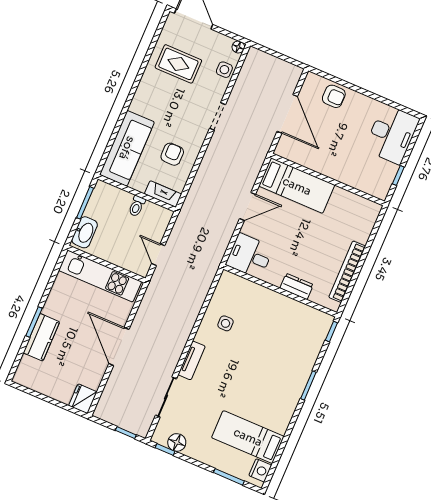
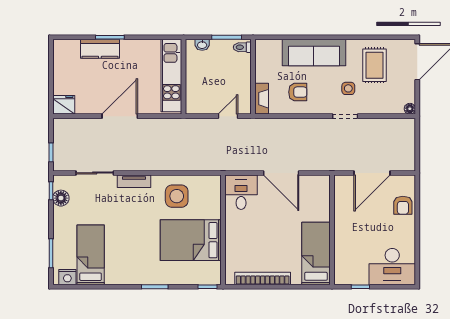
side table: (224, 70) -> (348, 88), moved
sofa: (127, 148) -> (314, 53), moved
bed: (297, 186) -> (316, 253), moved, turned 180
toilet: (137, 206) -> (242, 47), moved
door: (248, 207) -> (281, 173), width x1.36
washbasin: (85, 232) -> (202, 45), width x0.52, depth x0.69
door: (158, 255) -> (228, 116), moved
dresser: (297, 286) -> (232, 242), removed
side table: (226, 323) -> (177, 196), width x1.87, depth x1.87
bed: (277, 328) -> (191, 240), added

